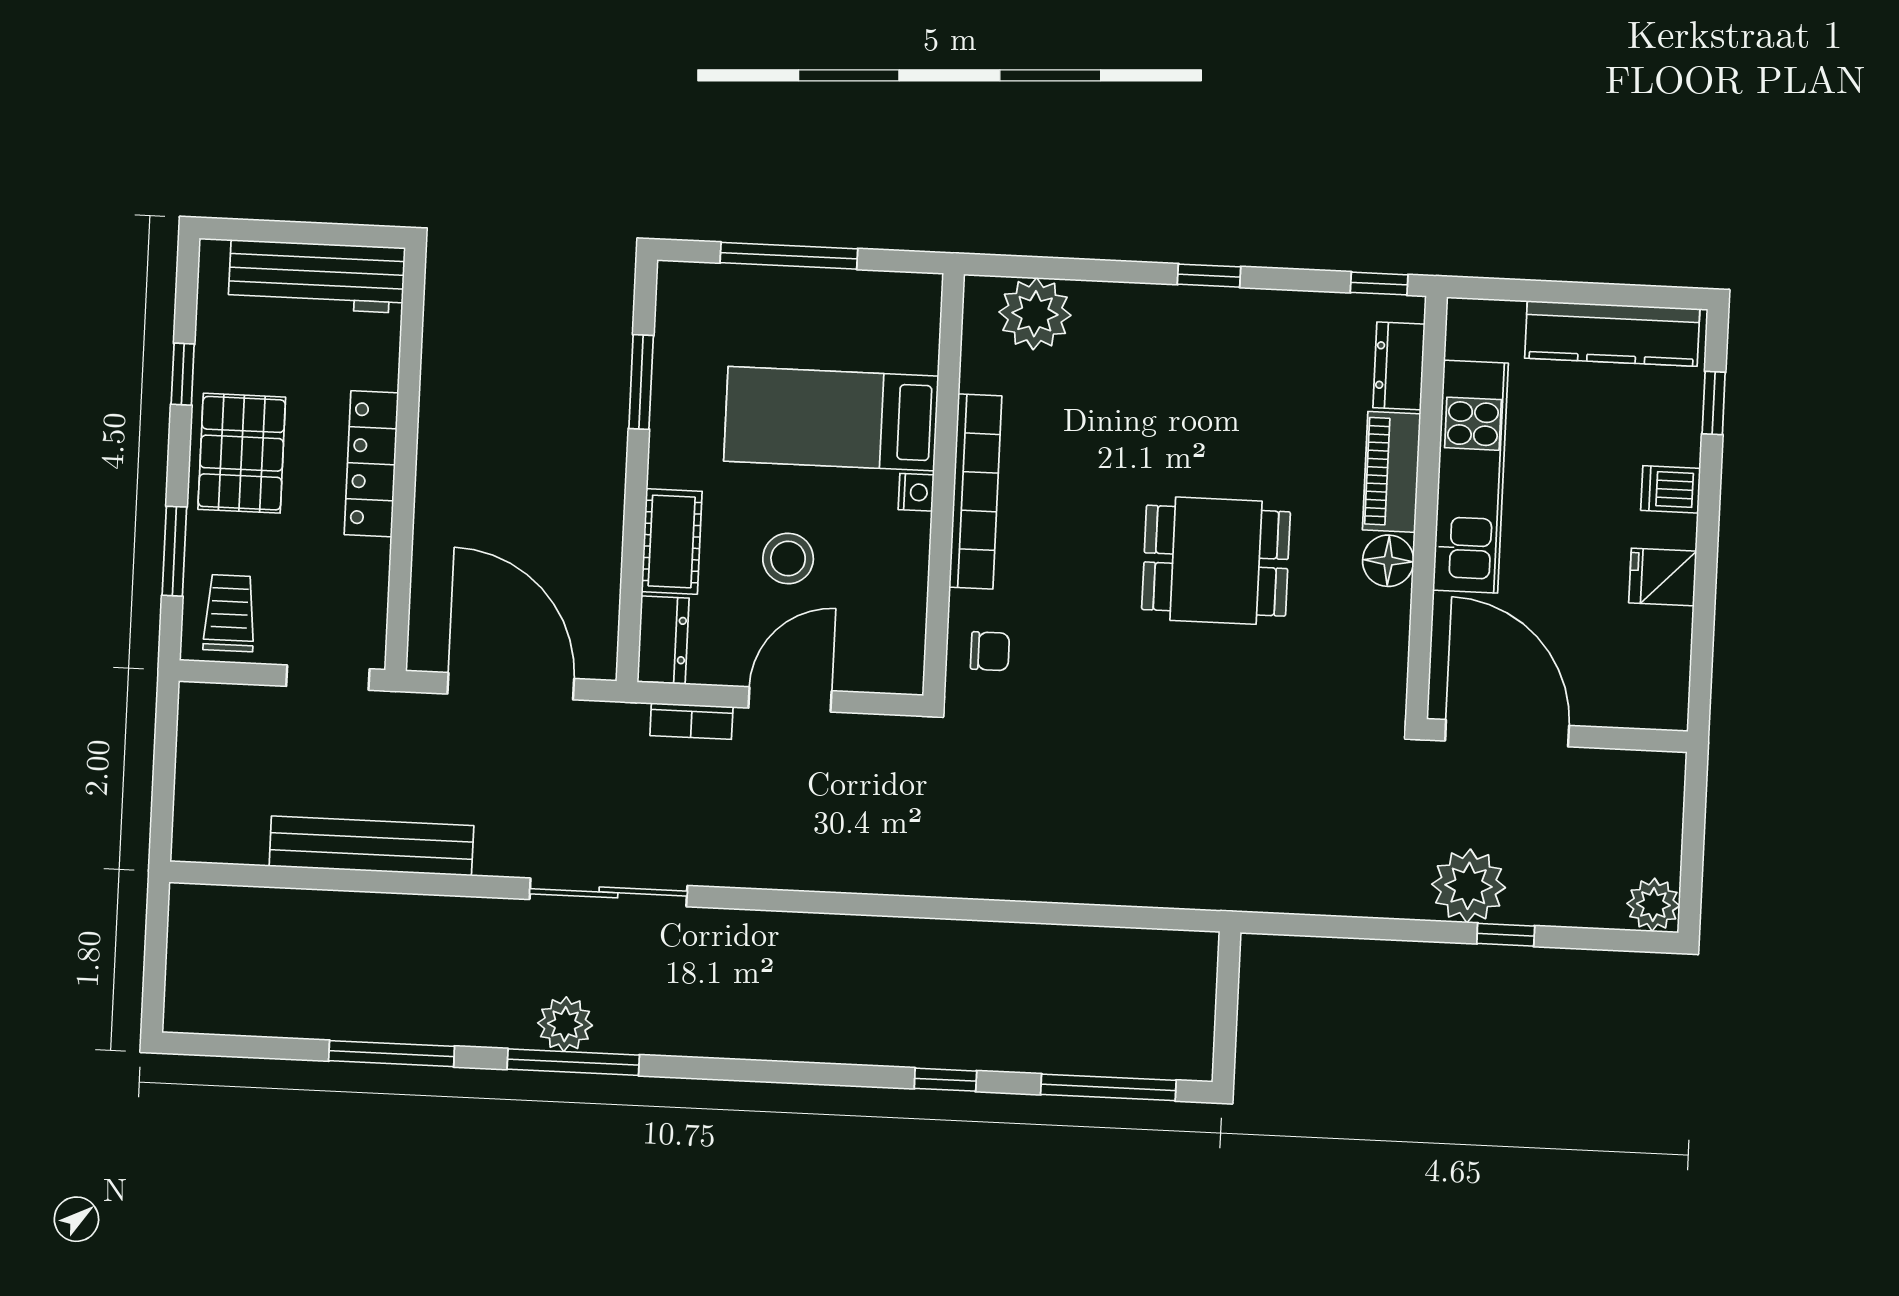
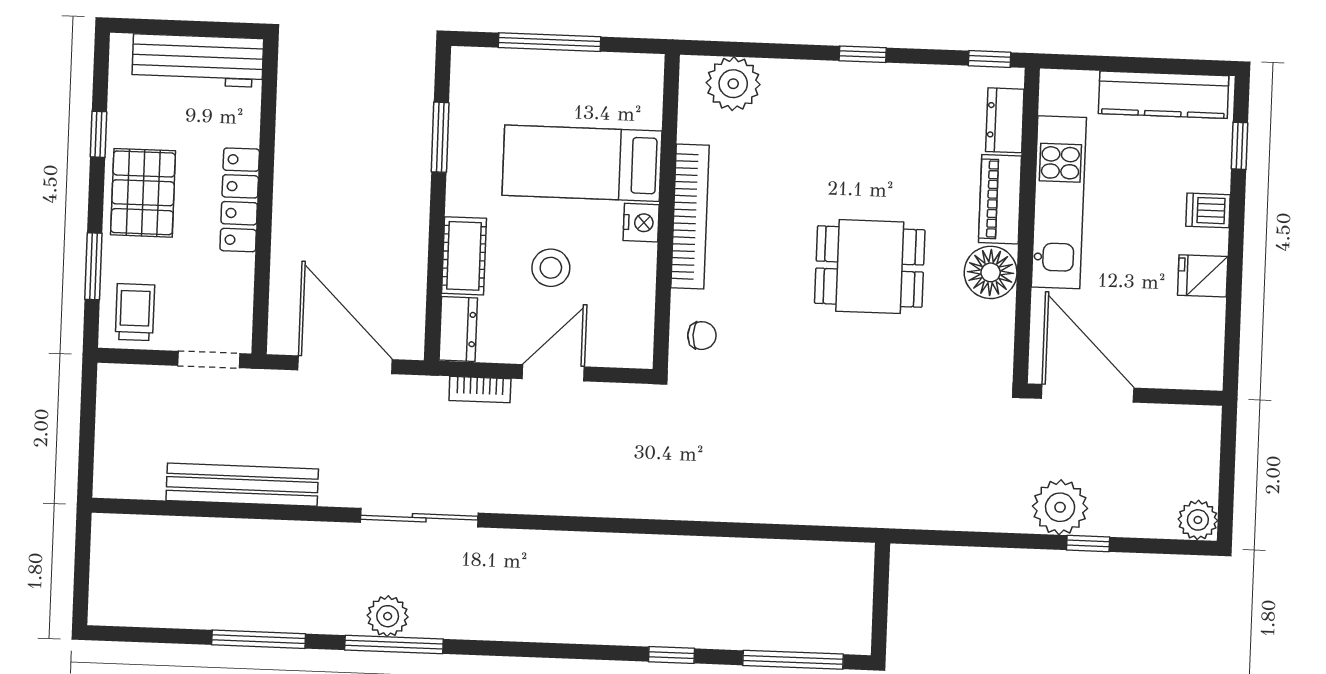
nightstand: (916, 492) -> (641, 223), width x1.39, depth x1.35
floor lamp: (1388, 561) -> (991, 272), width x1.38, depth x1.38

